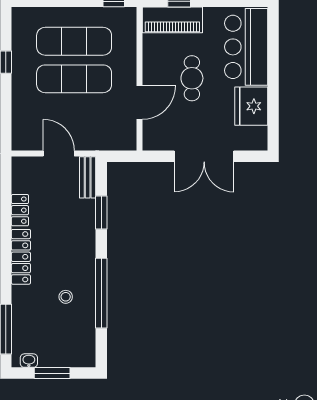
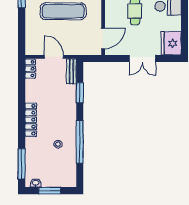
door: (140, 103) -> (103, 38), moved
fridge: (251, 106) -> (171, 43), moved
double door: (204, 156) -> (142, 59), width x0.73
locker: (20, 210) -> (30, 69), moved

